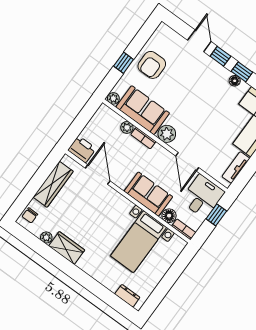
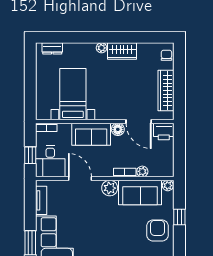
floor lamp: (169, 216) -> (118, 129), moved
plant: (46, 238) -> (102, 48), moved

